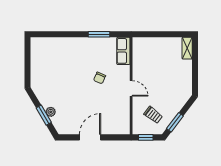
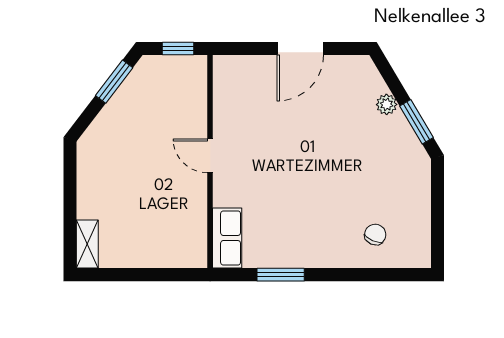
chair: (100, 78) -> (375, 235), moved
window: (44, 115) -> (417, 122), moved
trolley: (153, 115) -> (162, 98), removed

